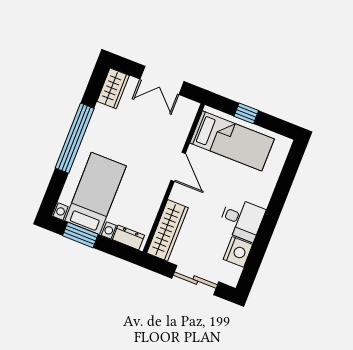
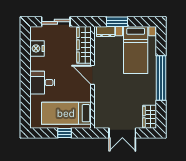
double door: (162, 80) -> (122, 133), swing flipped
door: (178, 167) -> (93, 75), moved
desk: (242, 219) -> (42, 83), moved
window: (80, 235) -> (117, 22), moved

